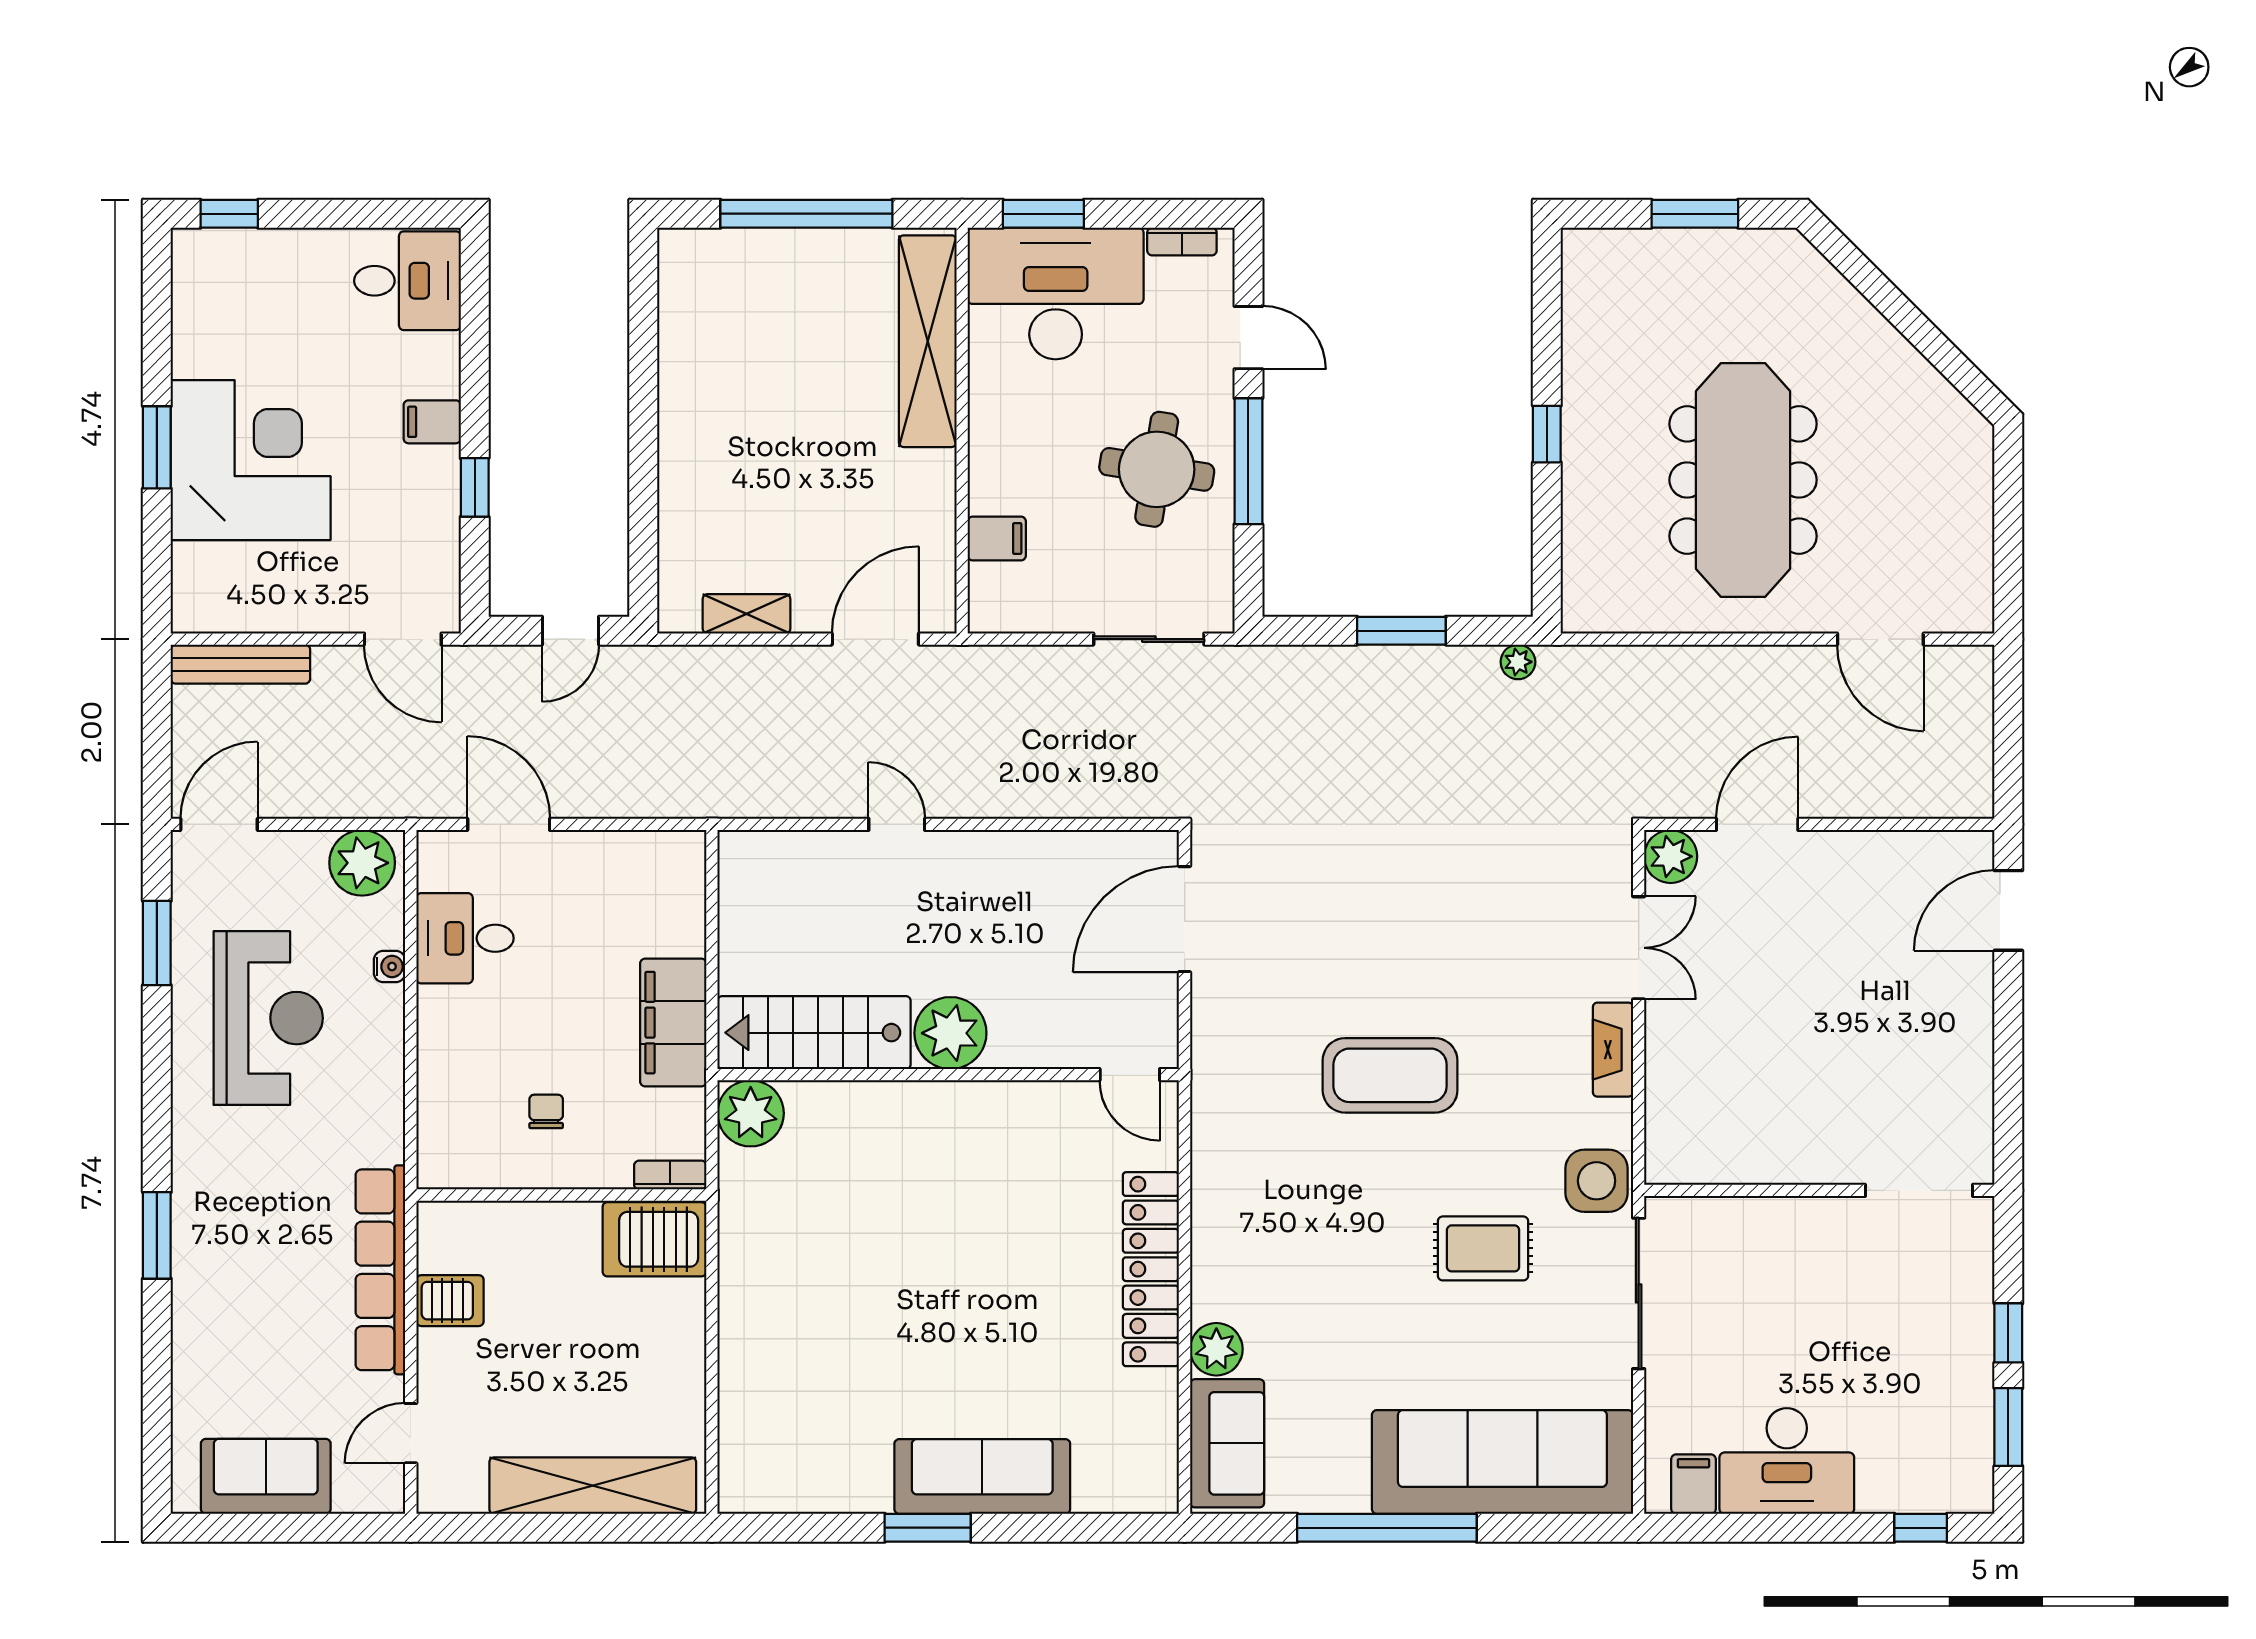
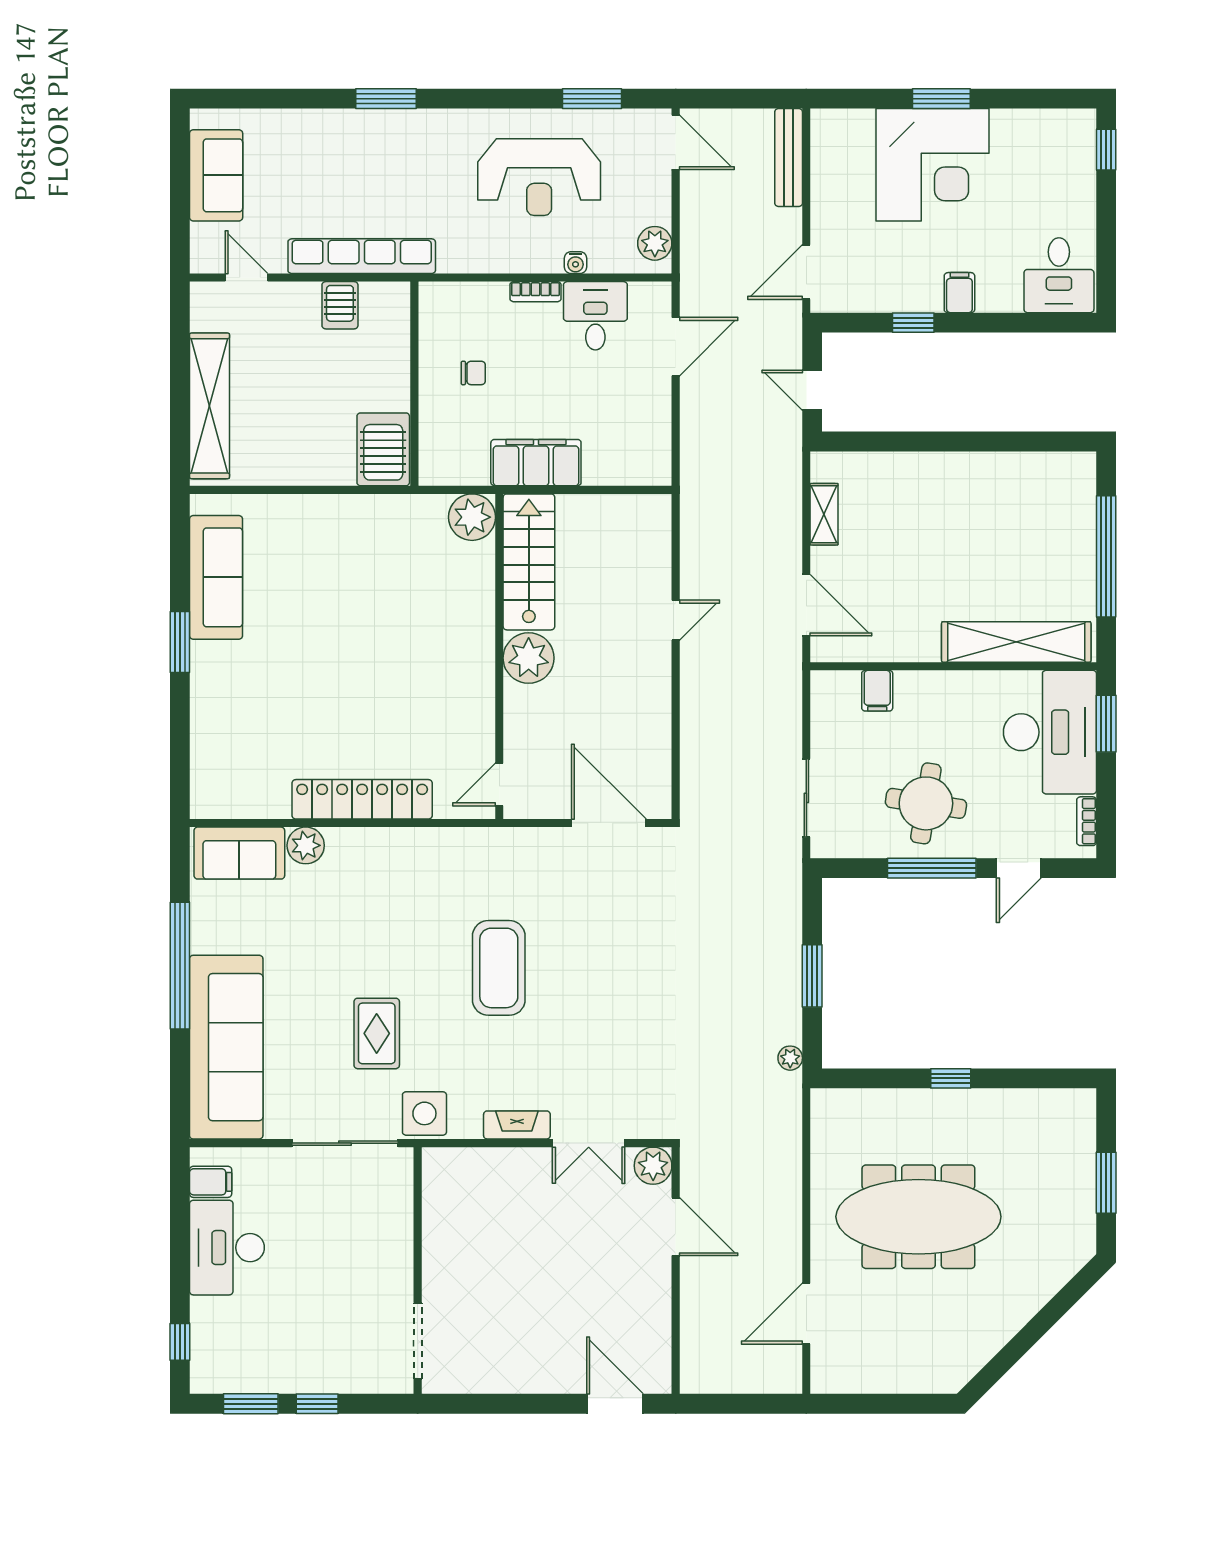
plant: (362, 863) -> (655, 243), width x0.73, depth x0.73
bookcase: (670, 1175) -> (535, 292), moved, turned 90
sofa: (982, 1476) -> (216, 577), moved

